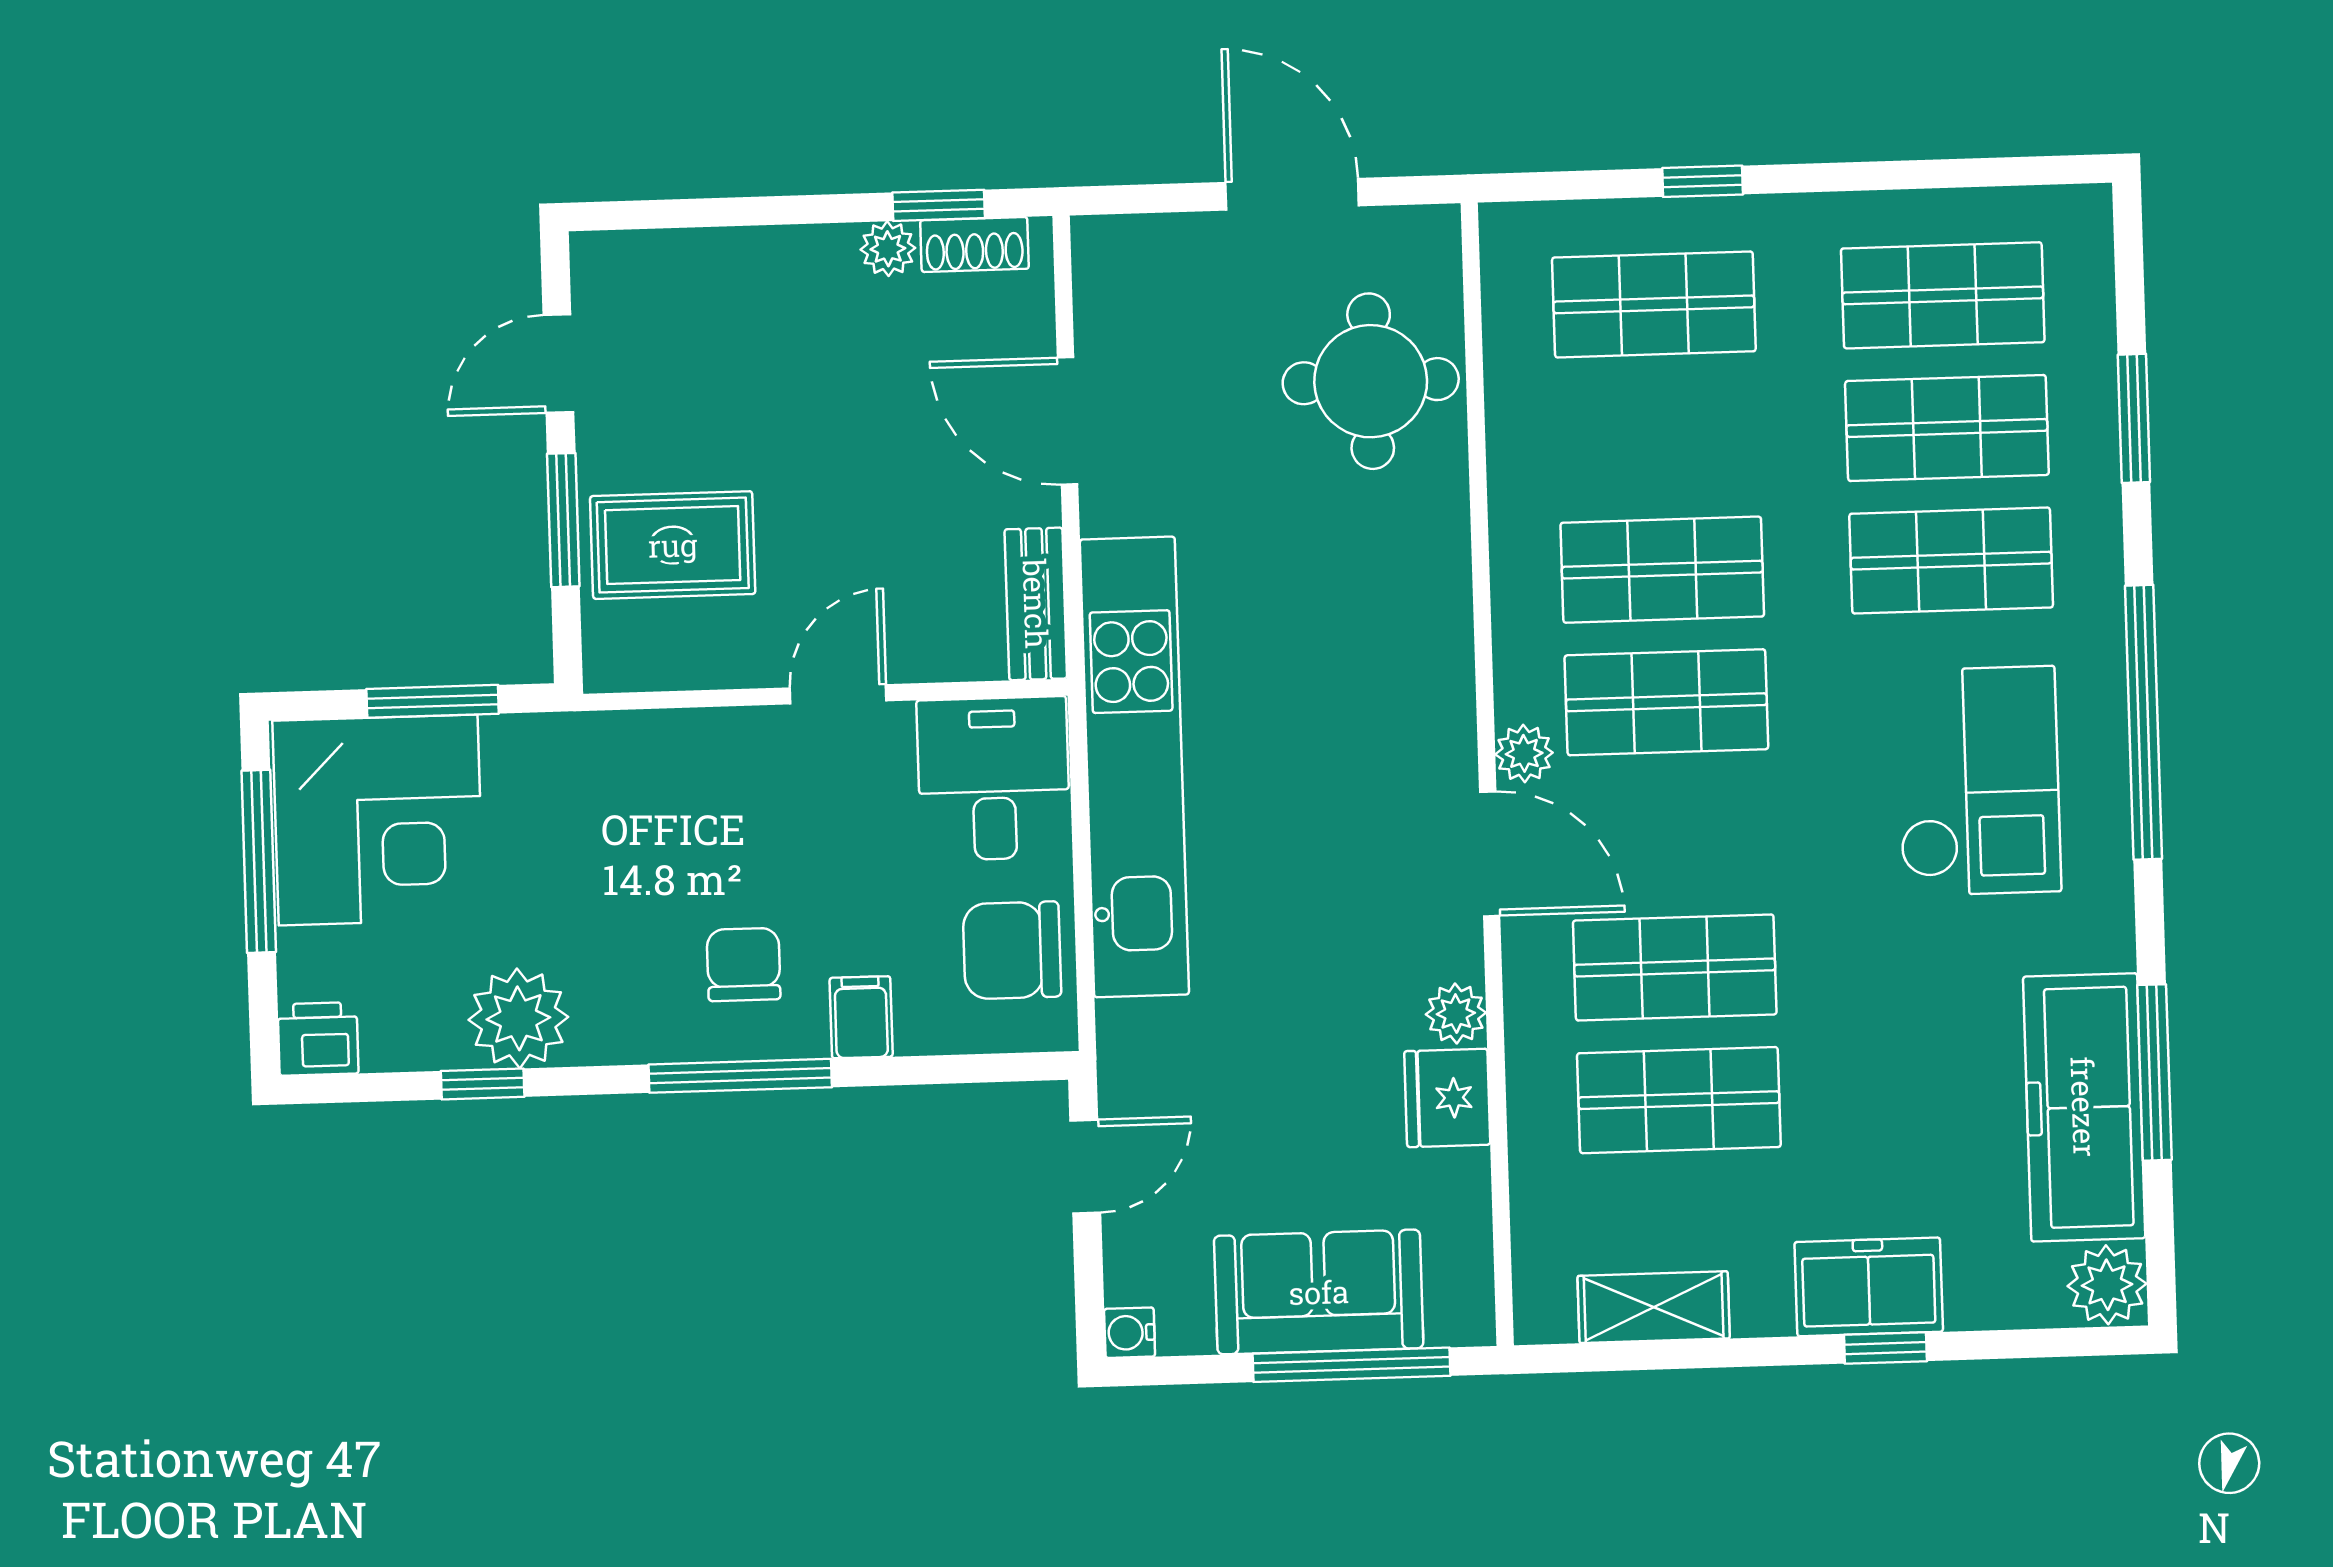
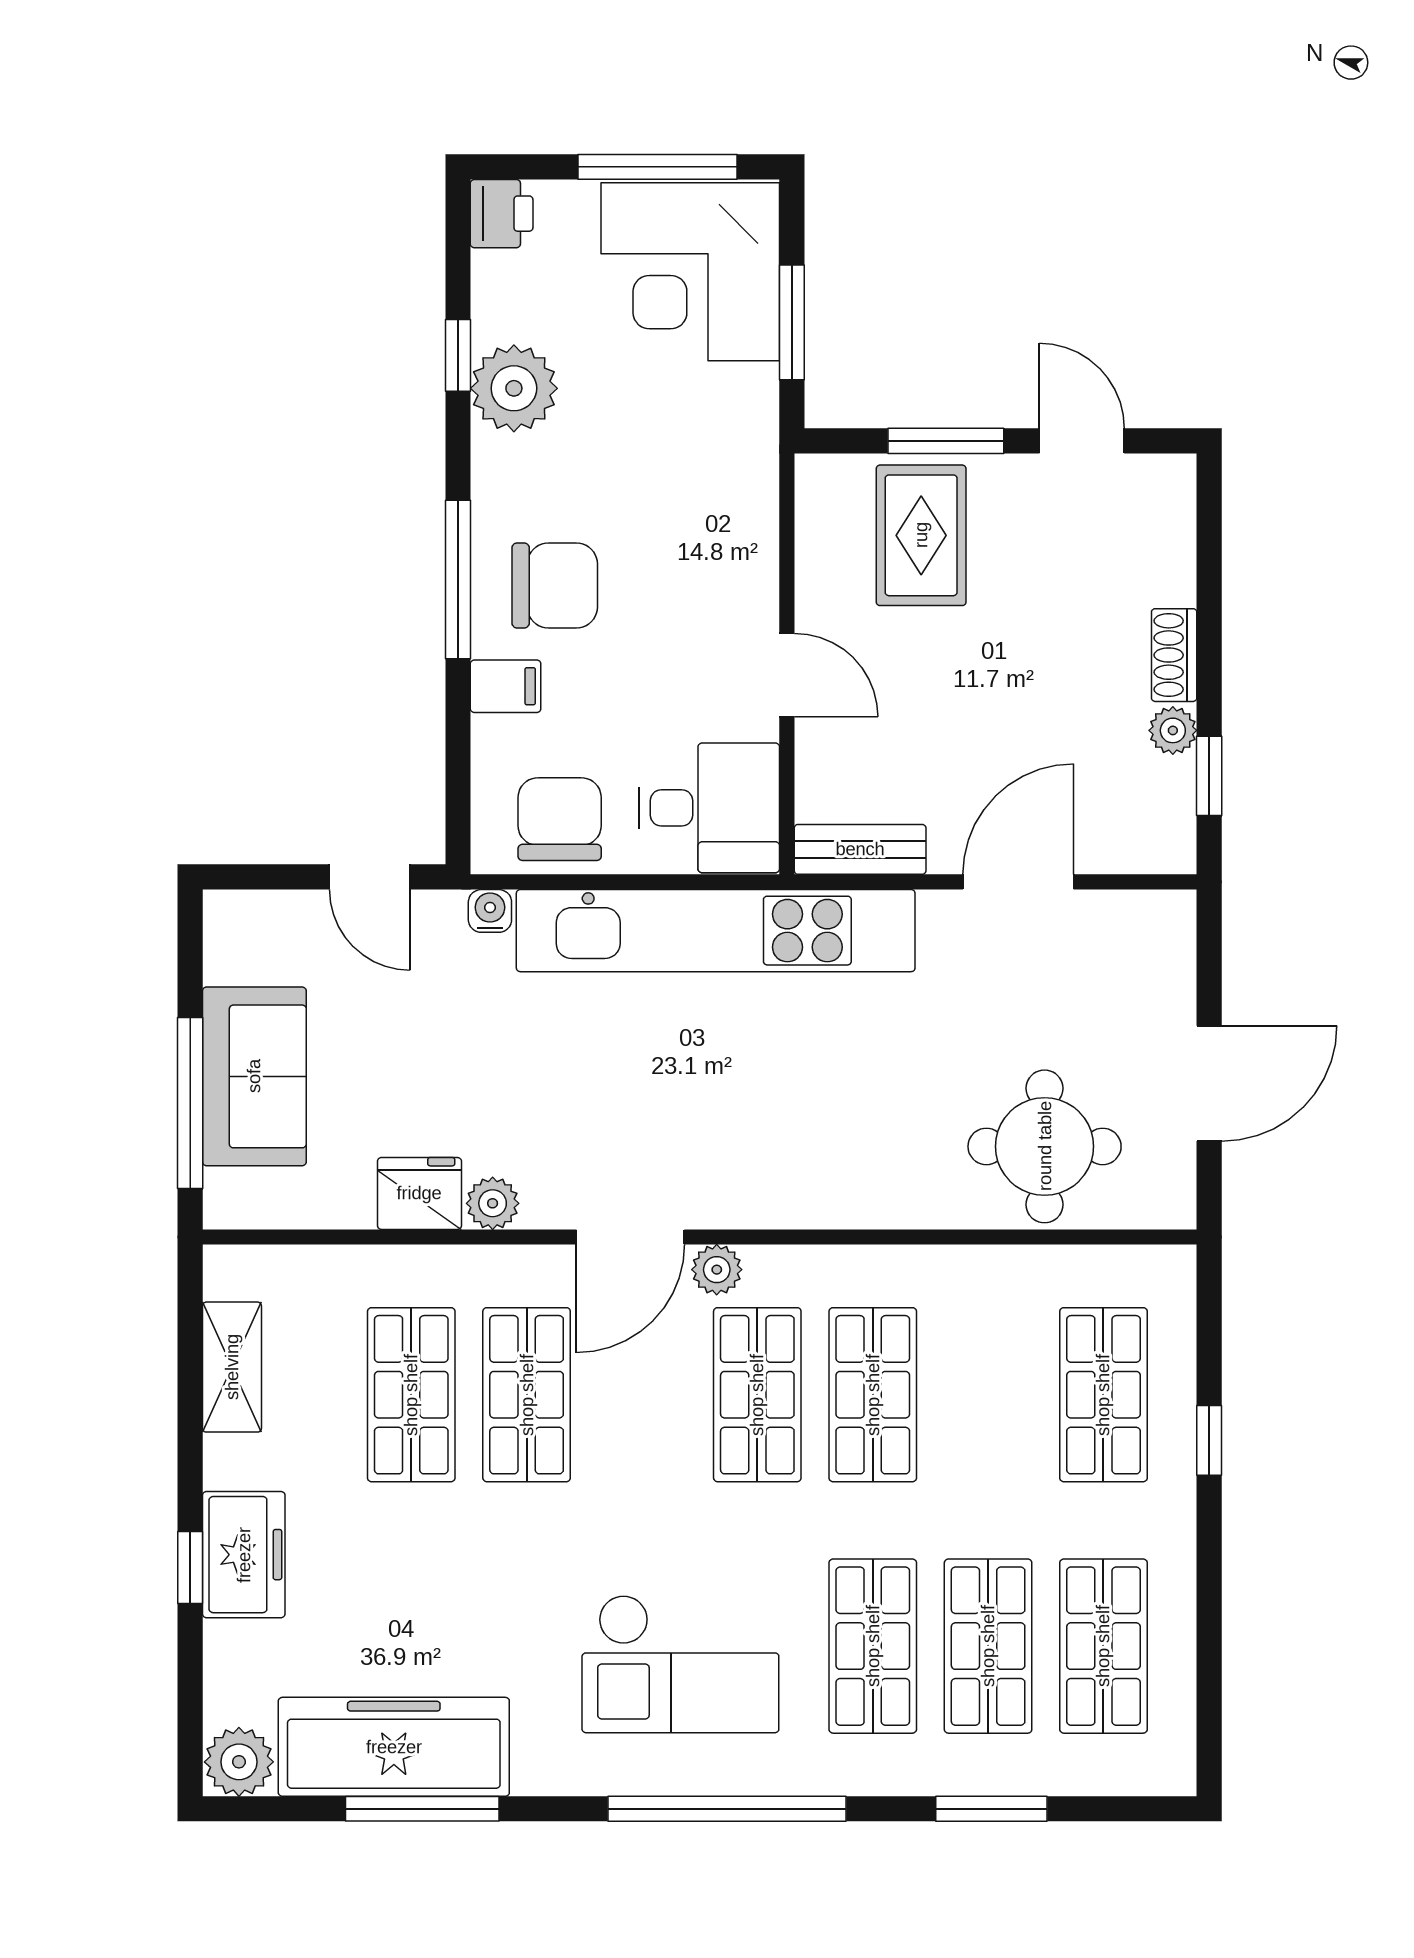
shoe rack: (974, 244) -> (1174, 655), moved
chair: (744, 964) -> (555, 585), width x1.37, depth x1.37
water cooler: (1130, 1333) -> (490, 911), moved

